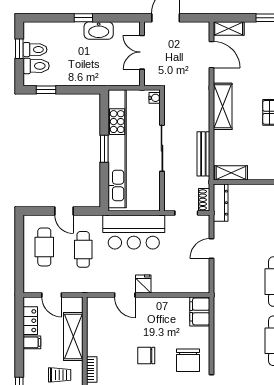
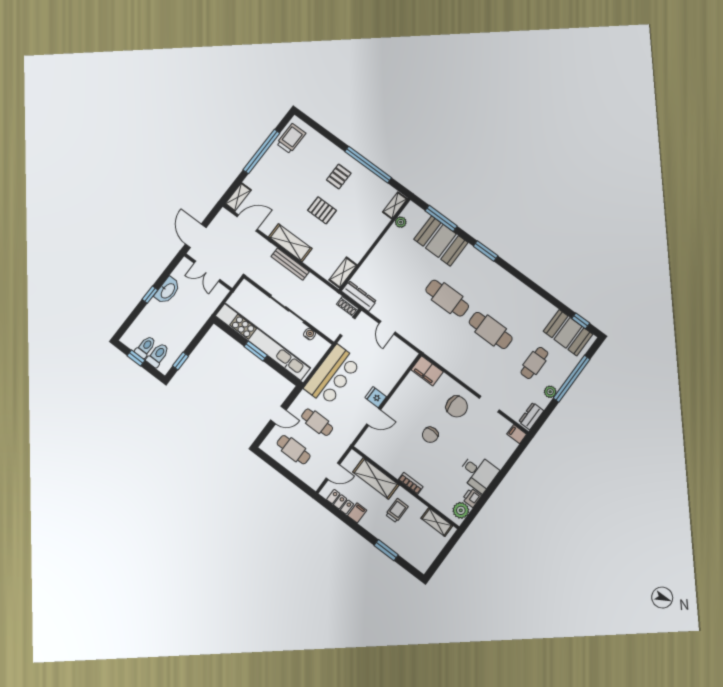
water cooler: (155, 98) -> (309, 334), moved
bench: (203, 154) -> (290, 264), moved

